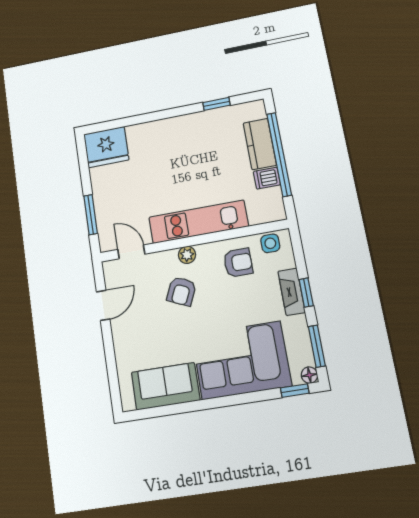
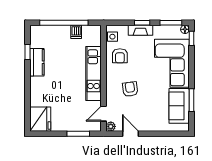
kitchen counter: (260, 144) -> (37, 62), moved, turned -90
plant: (187, 255) -> (111, 126), moved
armchair: (238, 263) -> (120, 56), turned 180
armchair: (182, 291) -> (130, 89), turned -122
window: (180, 408) -> (192, 100), added

